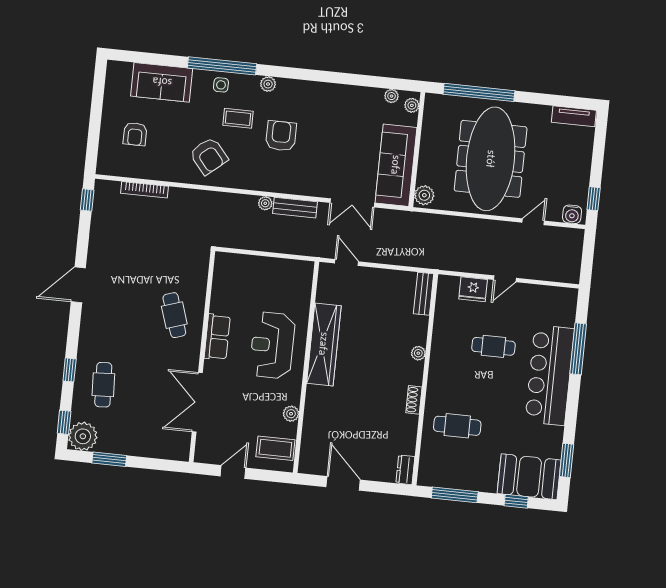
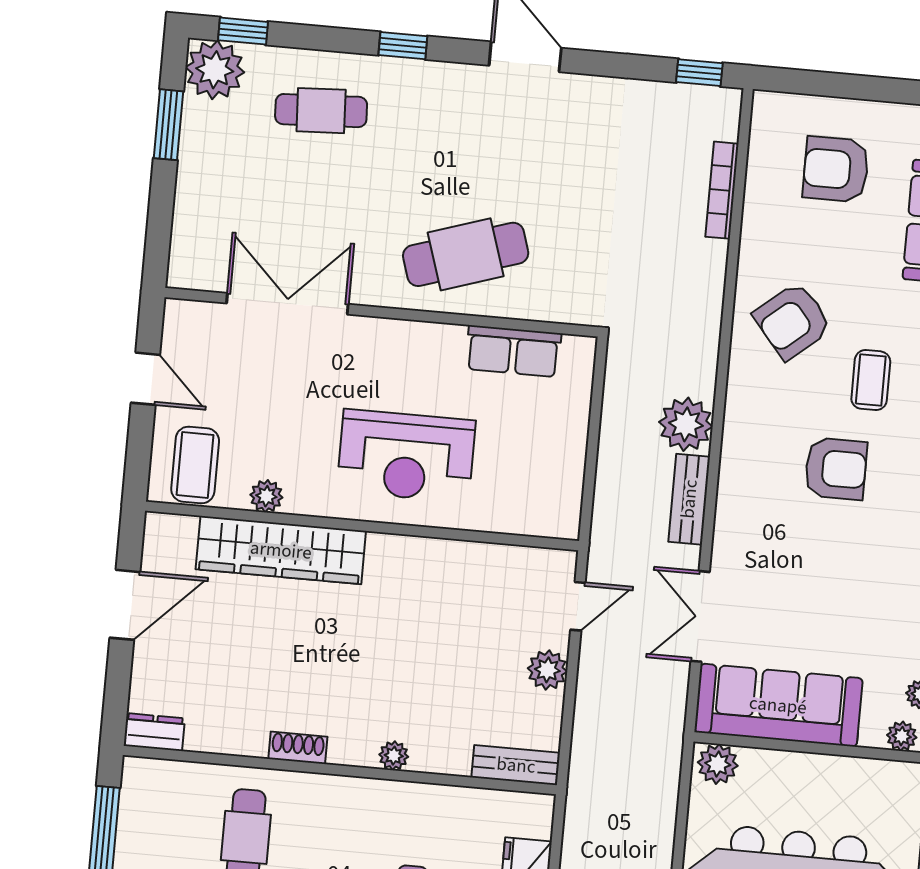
armchair: (135, 134) -> (836, 169), width x1.38, depth x1.38
plant: (265, 203) -> (686, 424), width x1.88, depth x1.88
plant: (377, 278) -> (547, 670), added
cafe table: (174, 315) -> (466, 254), width x1.37, depth x1.35
row of seats: (217, 337) -> (513, 351), moved
wardrobe: (324, 344) -> (281, 550), moved
reception desk: (272, 345) -> (406, 456), turned 180
window: (70, 370) -> (403, 46), moved

